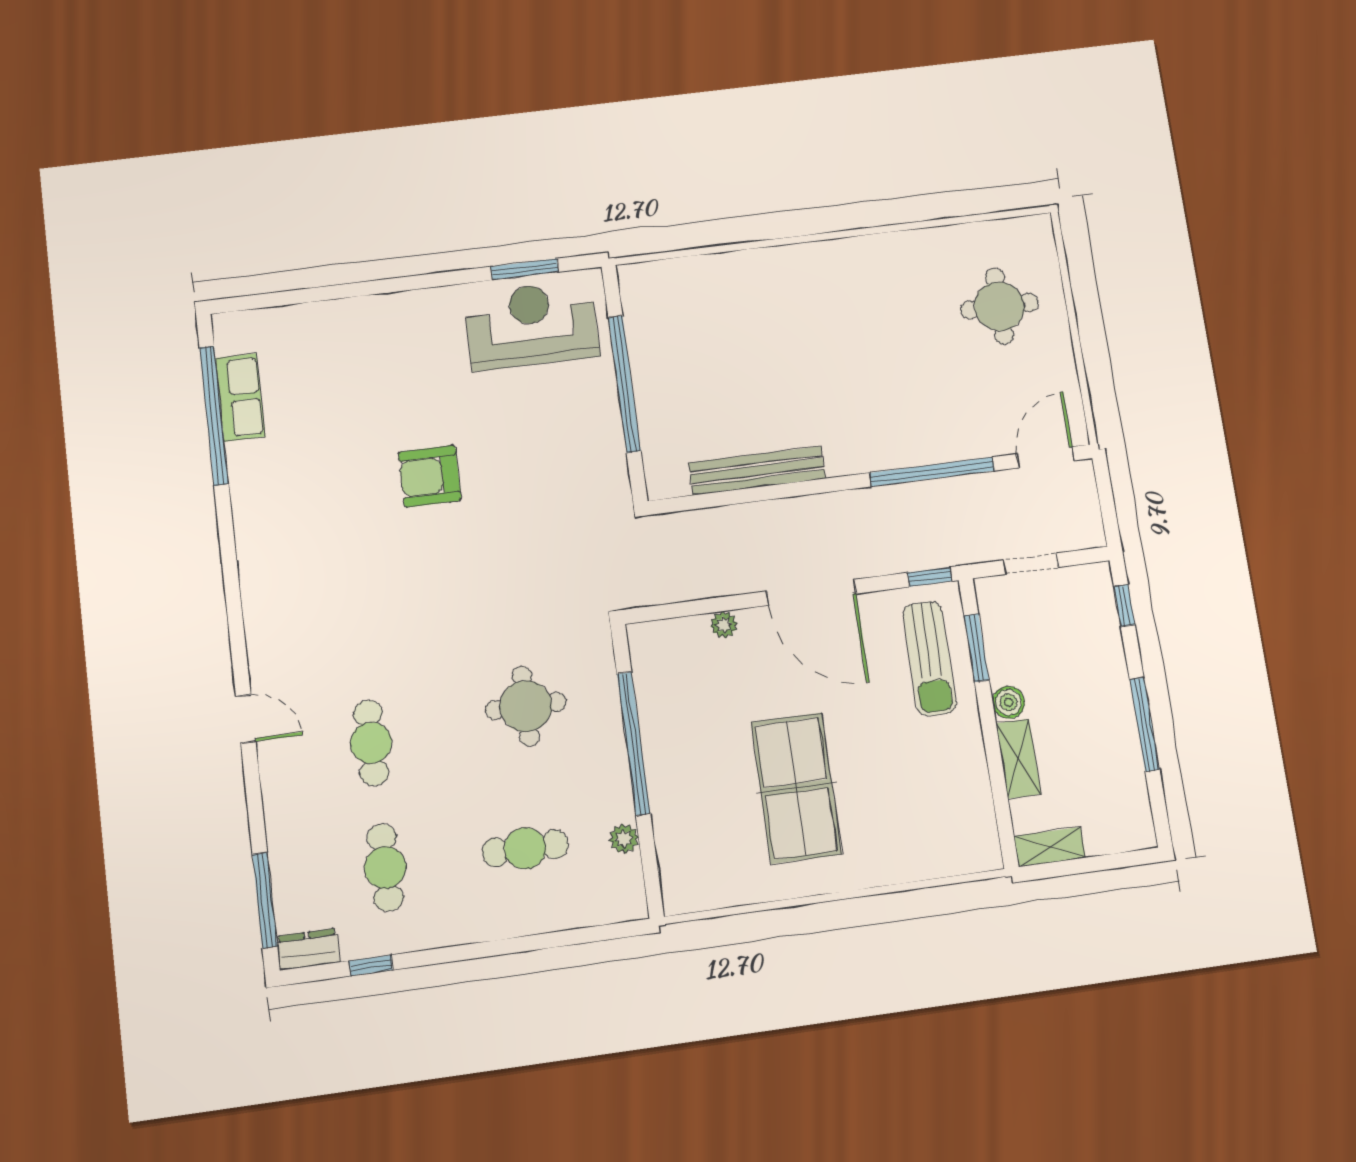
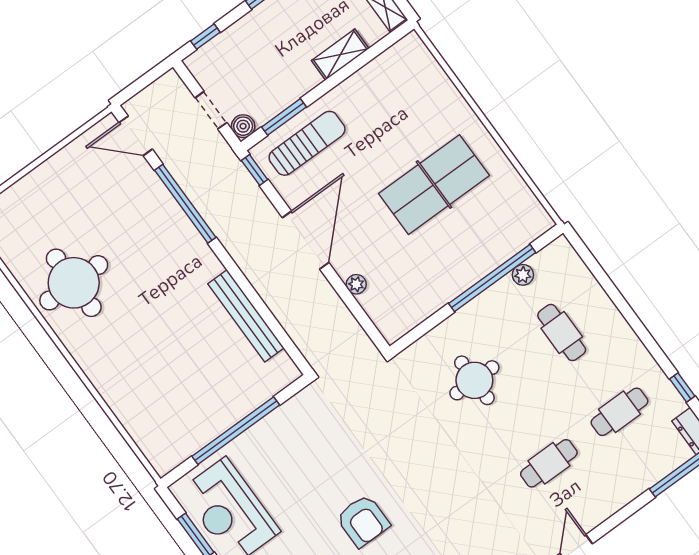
round table: (999, 306) -> (74, 283), moved, width x1.36, depth x1.36
boiler: (1008, 702) -> (243, 126), moved
window: (634, 743) -> (492, 278), moved

